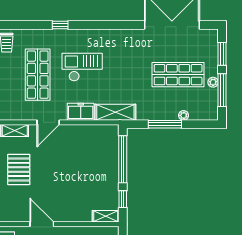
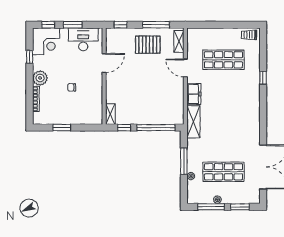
checkout: (82, 67) -> (229, 95), removed
shop shelf: (178, 75) -> (223, 172), turned 90

